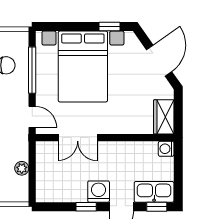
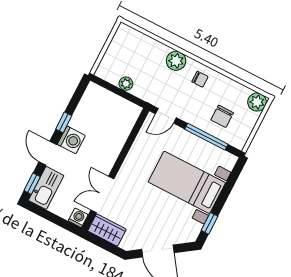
bed with nightstands: (83, 67) -> (187, 182), width x0.73
double door: (78, 138) -> (102, 194), moved

